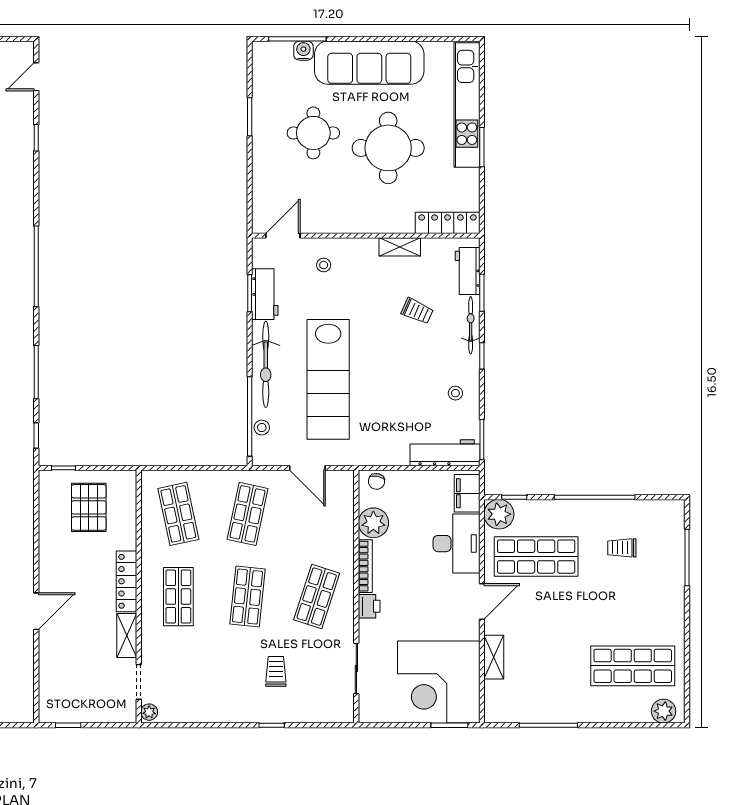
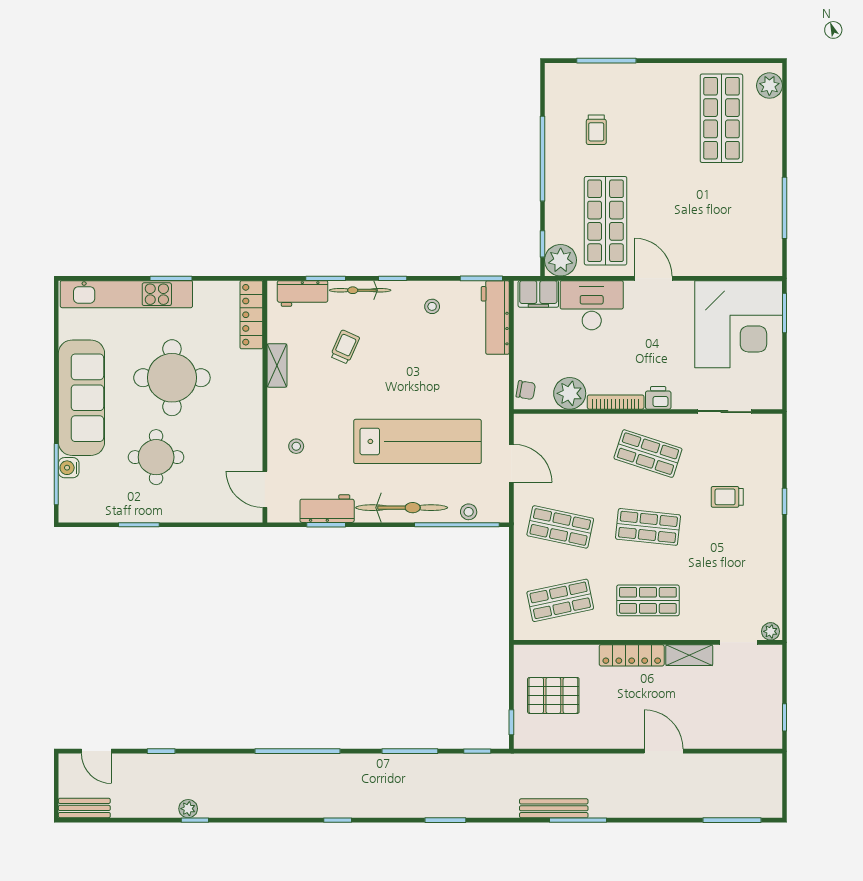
door: (307, 468) -> (511, 463), hinge flipped
shelving: (494, 657) -> (712, 266), removed

